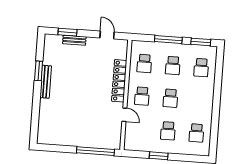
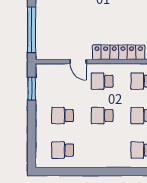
door: (124, 115) -> (78, 62), hinge flipped
window: (159, 156) -> (32, 89), moved

